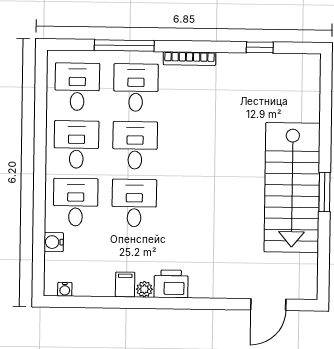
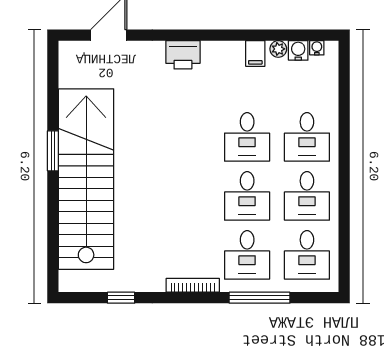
stairs: (292, 187) -> (86, 179), width x1.36
water cooler: (54, 242) -> (298, 50), moved, turned -90
printer: (171, 284) -> (183, 55), moved
plant: (144, 289) -> (278, 49), moved

